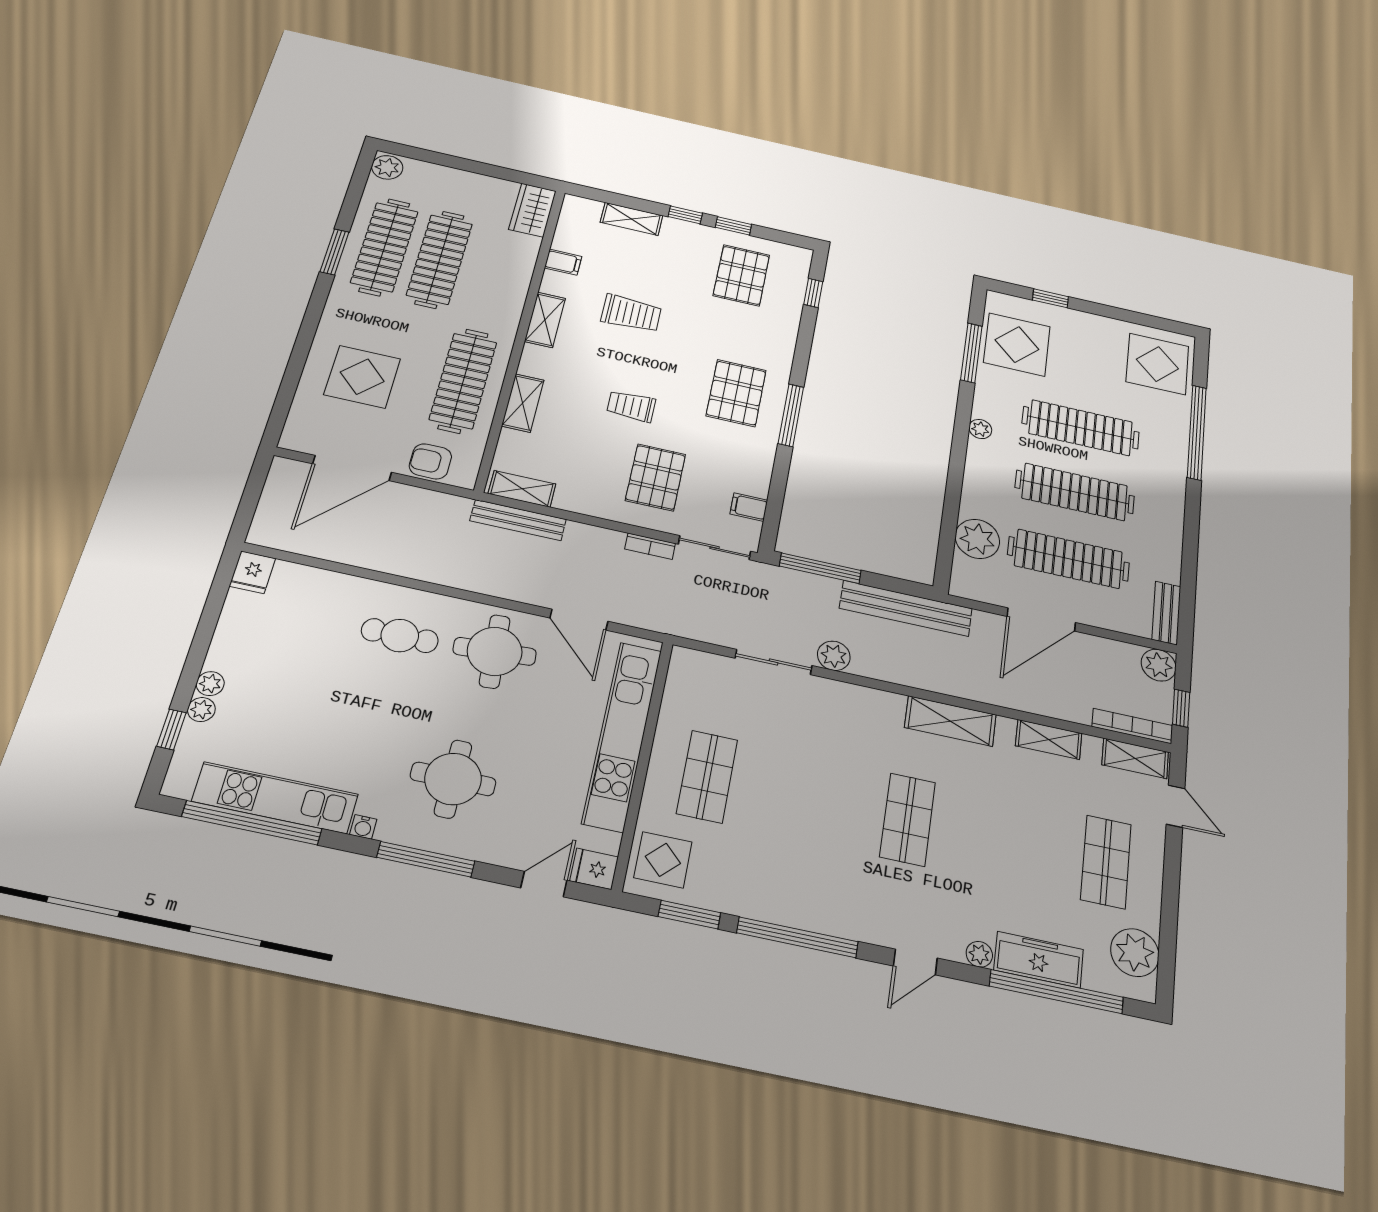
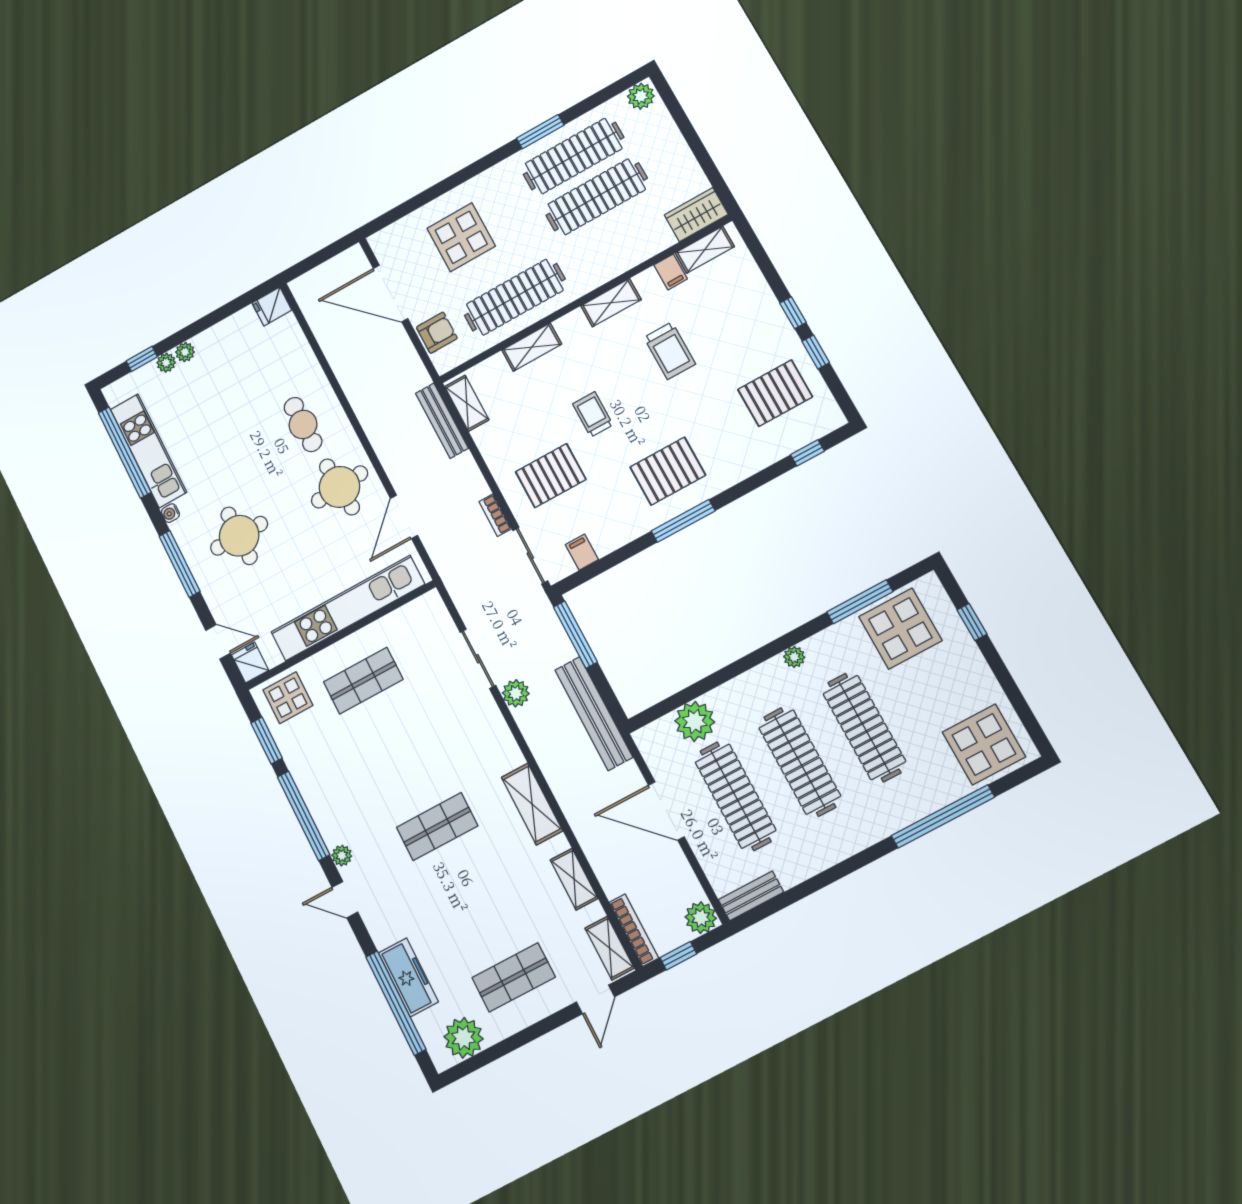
shelving: (632, 219) -> (705, 250), moved, turned 90
armchair: (430, 461) -> (437, 333), turned 90
plant: (979, 954) -> (342, 856), moved

